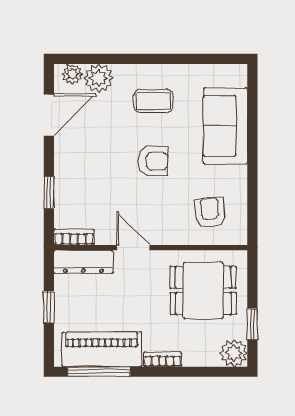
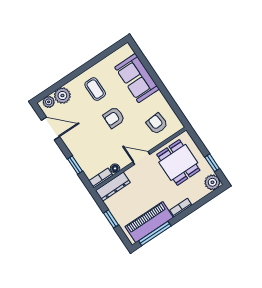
coffee table: (153, 101) -> (95, 89), turned 90
door: (49, 115) -> (50, 128), hinge flipped
armchair: (153, 161) -> (114, 117), turned 180
floor lamp: (104, 237) -> (115, 168), added
door: (133, 248) -> (141, 158), moved
dining table: (203, 290) -> (178, 162), turned 90

